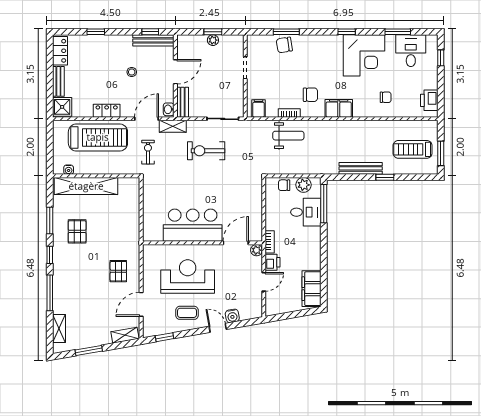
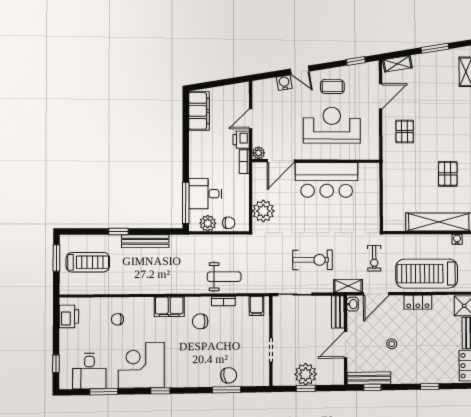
plant: (213, 40) -> (306, 374), width x1.87, depth x1.87
weight bench: (288, 136) -> (224, 277), turned 180
plant: (252, 196) -> (263, 211), added
reception desk: (188, 277) -> (332, 125), turned 180

